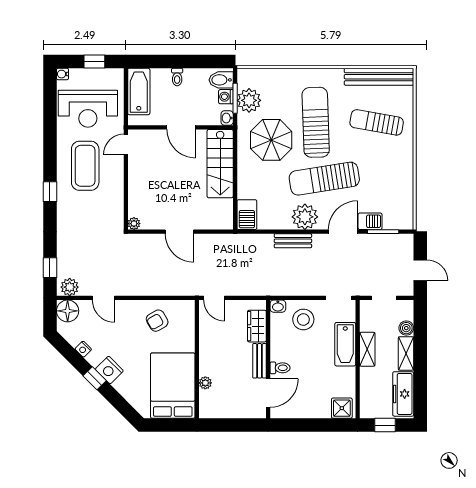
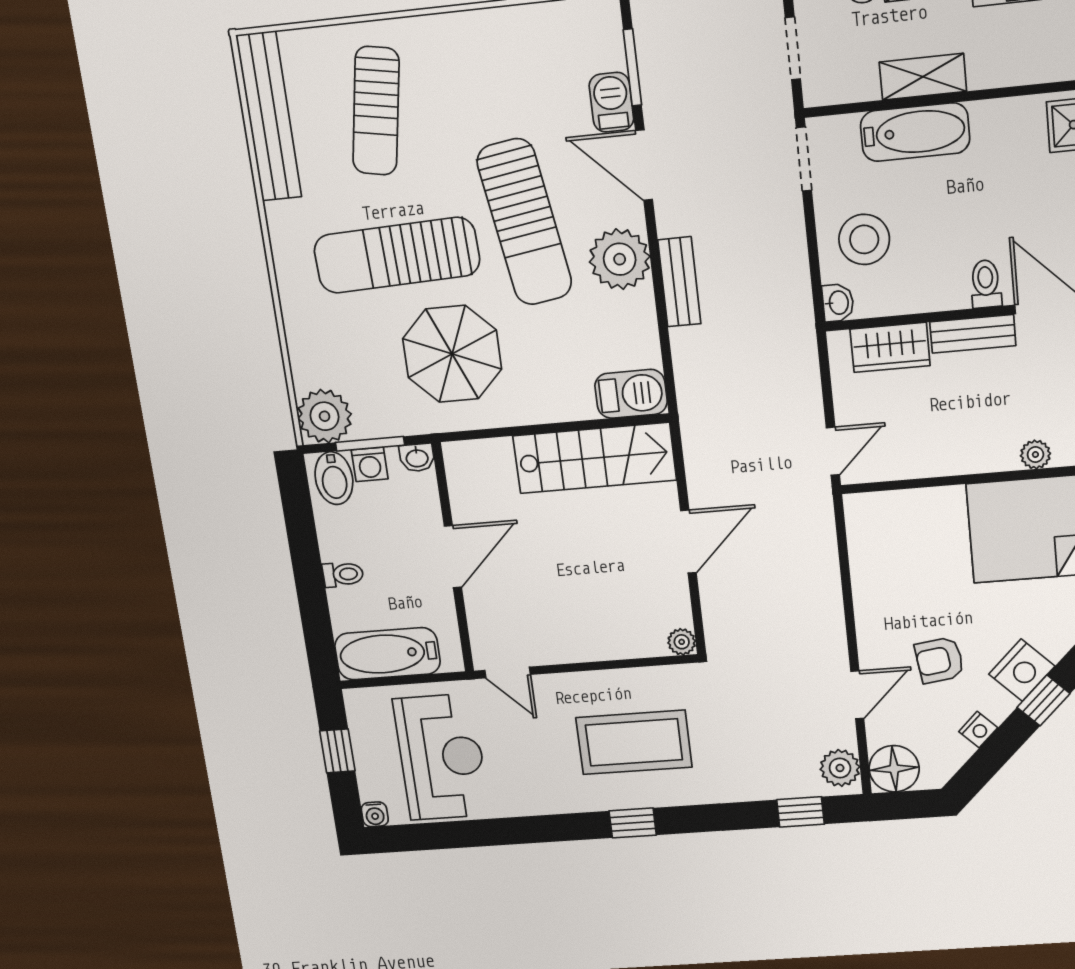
plant: (249, 100) -> (325, 416), moved
stairs: (220, 164) -> (595, 458), moved
coffee table: (85, 166) -> (634, 742), moved
armchair: (157, 321) -> (939, 660), moved, turned 112

